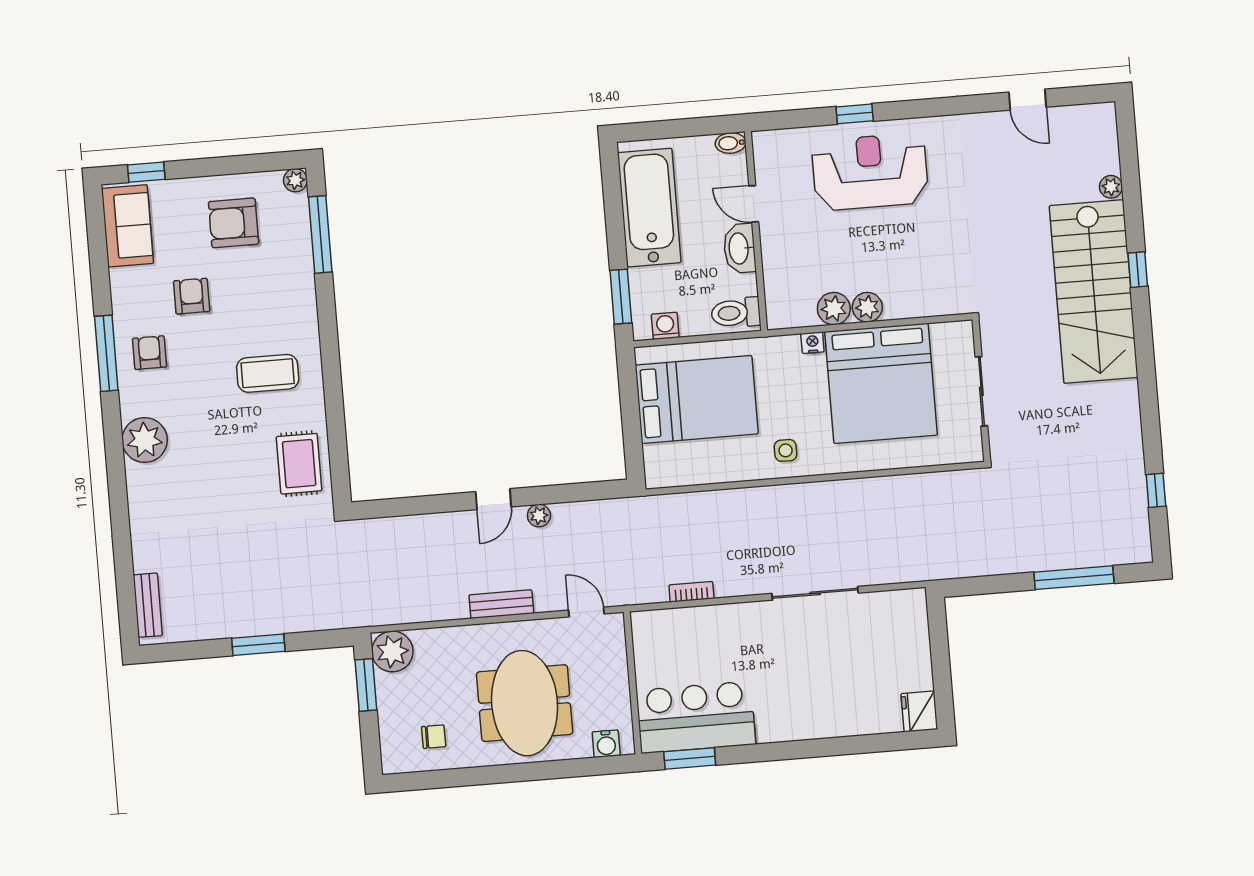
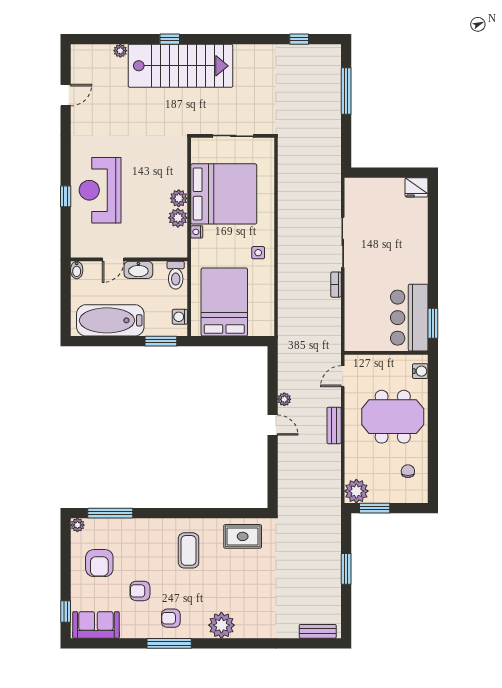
bookcase: (691, 592) -> (336, 285), moved

